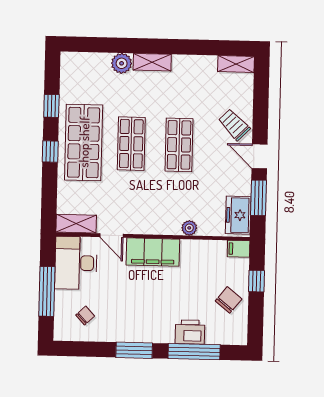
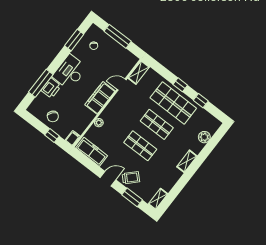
plant: (122, 63) -> (204, 137), moved
window: (258, 198) -> (132, 197), moved
freezer: (238, 215) -> (92, 152), width x1.40
desk: (76, 263) -> (70, 72), moved, turned -90
window: (134, 350) -> (74, 40), moved

